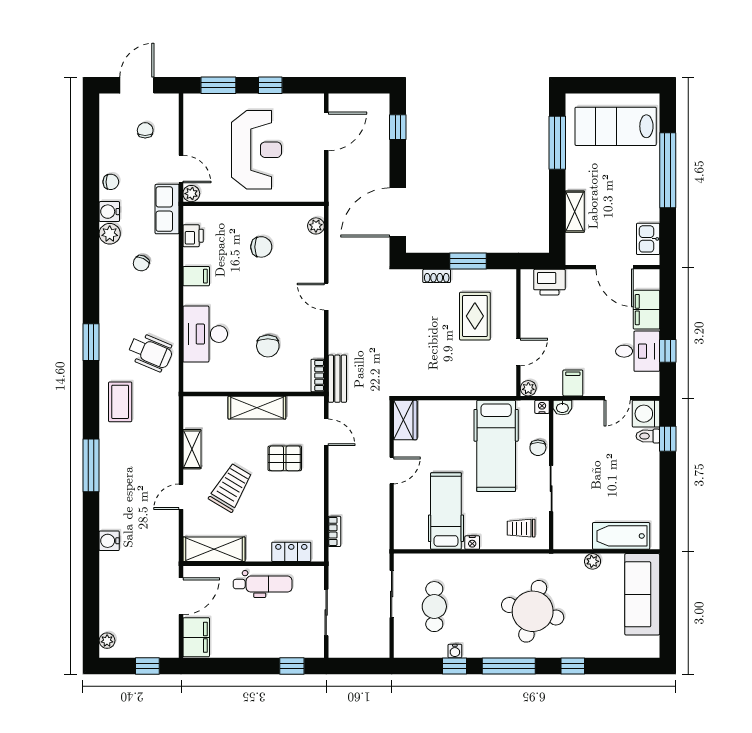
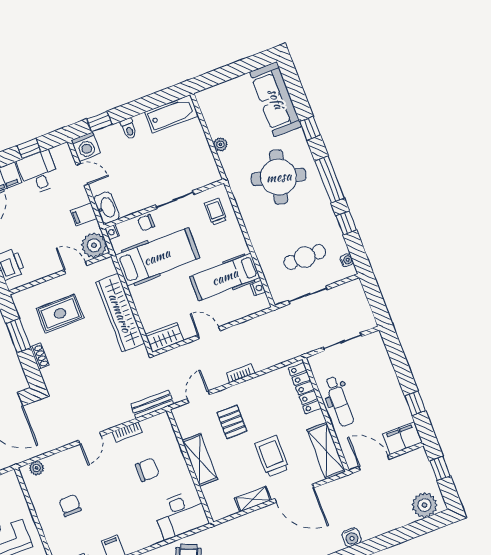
desk: (205, 334) -> (181, 514), moved
bookcase: (318, 376) -> (127, 432), moved
wardrobe: (451, 382) -> (120, 313), added
plant: (528, 388) -> (94, 245), width x1.87, depth x1.87
washbasin: (562, 408) -> (107, 208), width x1.91, depth x1.45
toilet: (648, 436) -> (129, 129), moved
chair: (538, 448) -> (146, 223), turned 180
trolley: (231, 488) -> (272, 456), turned 59
door: (181, 497) -> (294, 493), width x1.88
trolley: (521, 528) -> (216, 212), turned 180
bookcase: (334, 531) -> (240, 373), moved
bathtub: (621, 536) -> (172, 114), moved, turned -90
nightstand: (472, 543) -> (258, 288), moved
locker: (291, 552) -> (305, 388), width x1.53
dental chair: (263, 584) -> (339, 401), turned 180
sofa: (642, 594) -> (276, 99), moved, turned 90
plant: (107, 641) -> (424, 505), width x1.88, depth x1.88
water cooler: (455, 651) -> (347, 260), moved
window: (292, 666) -> (415, 403), moved

